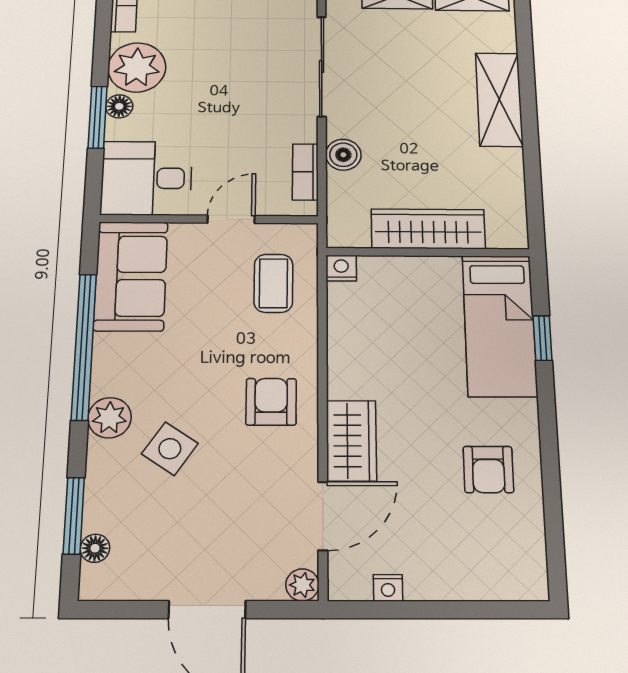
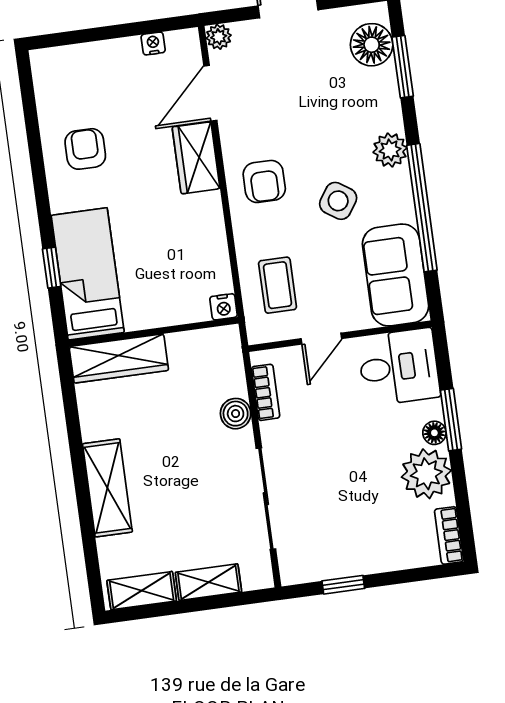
wardrobe: (428, 229) -> (119, 358), moved
side table: (170, 449) -> (338, 201), moved
floor lamp: (95, 548) -> (372, 45), width x1.89, depth x1.89

